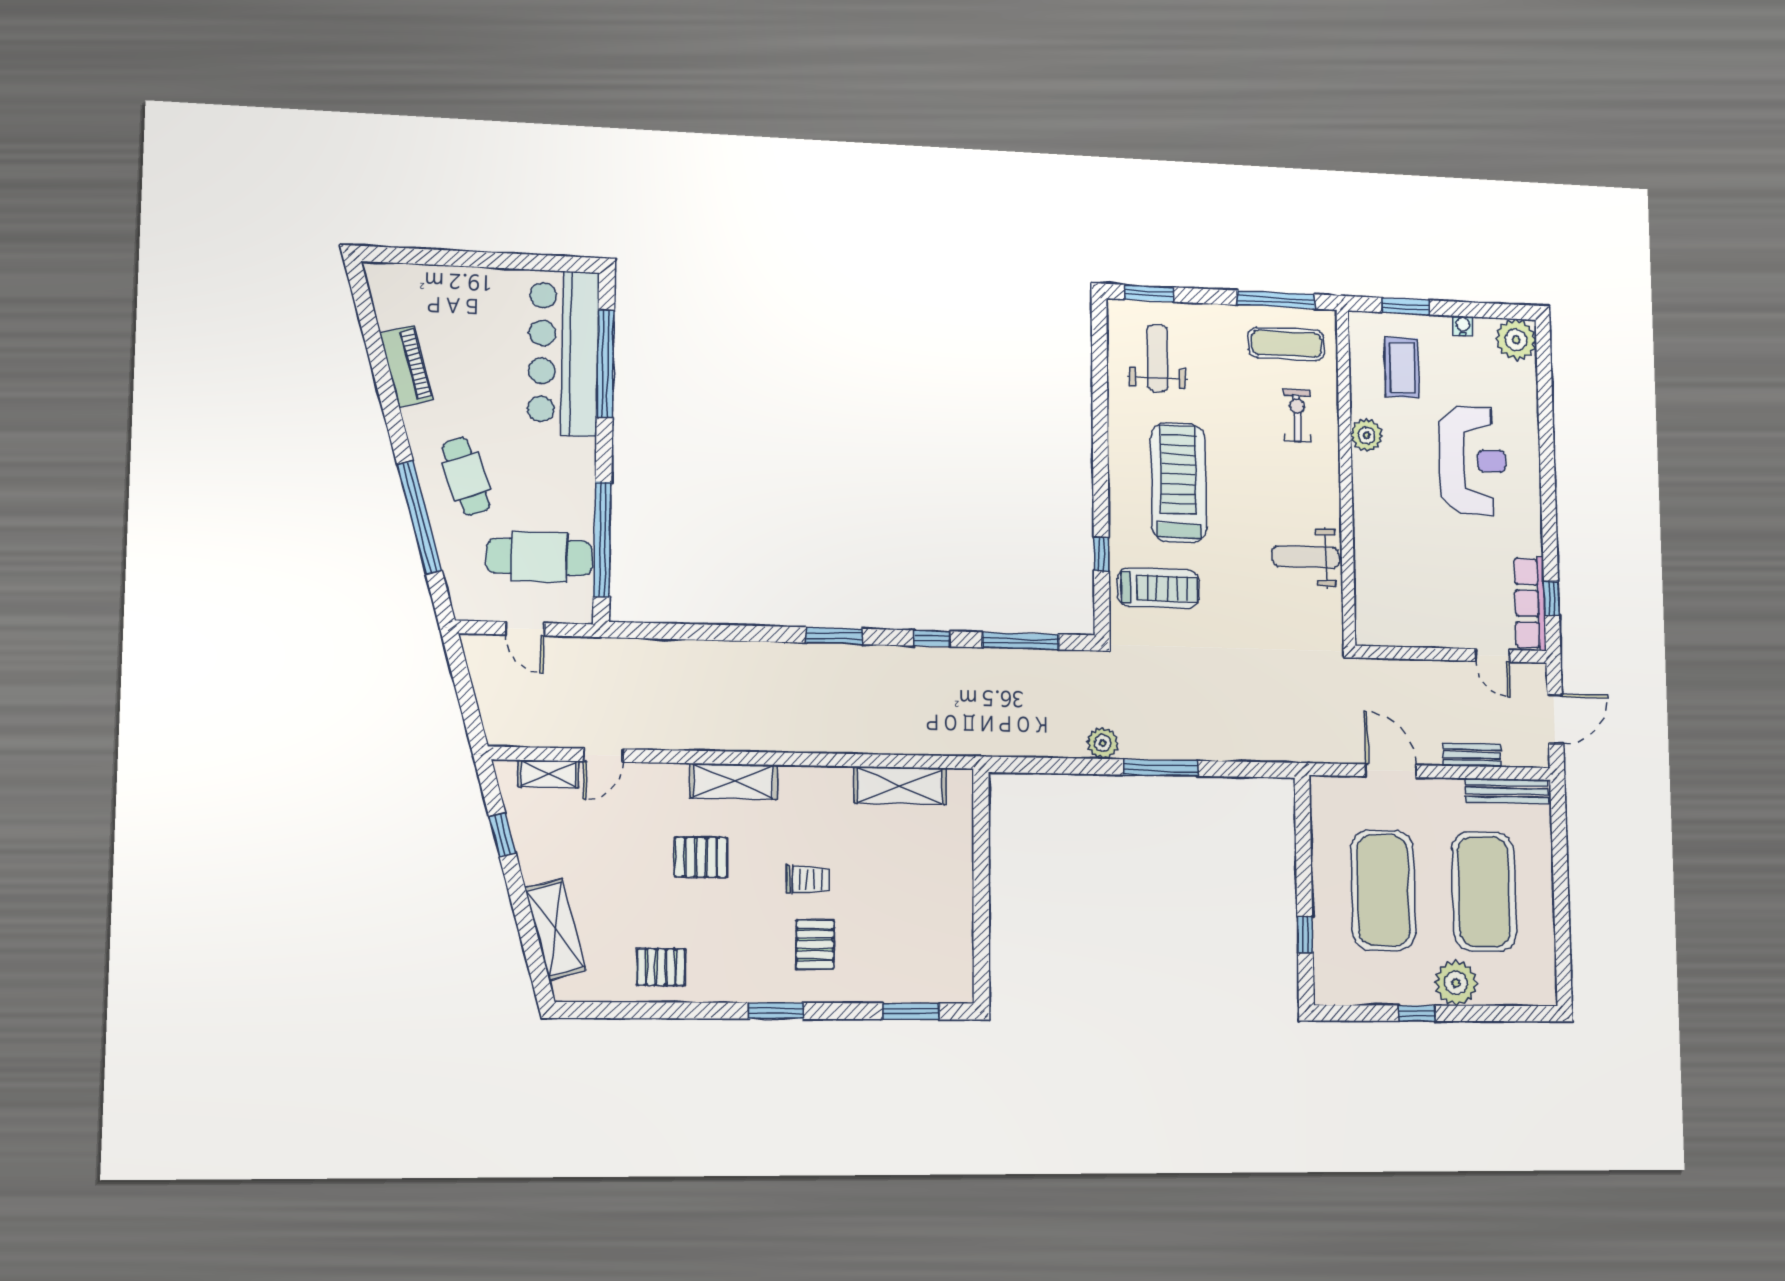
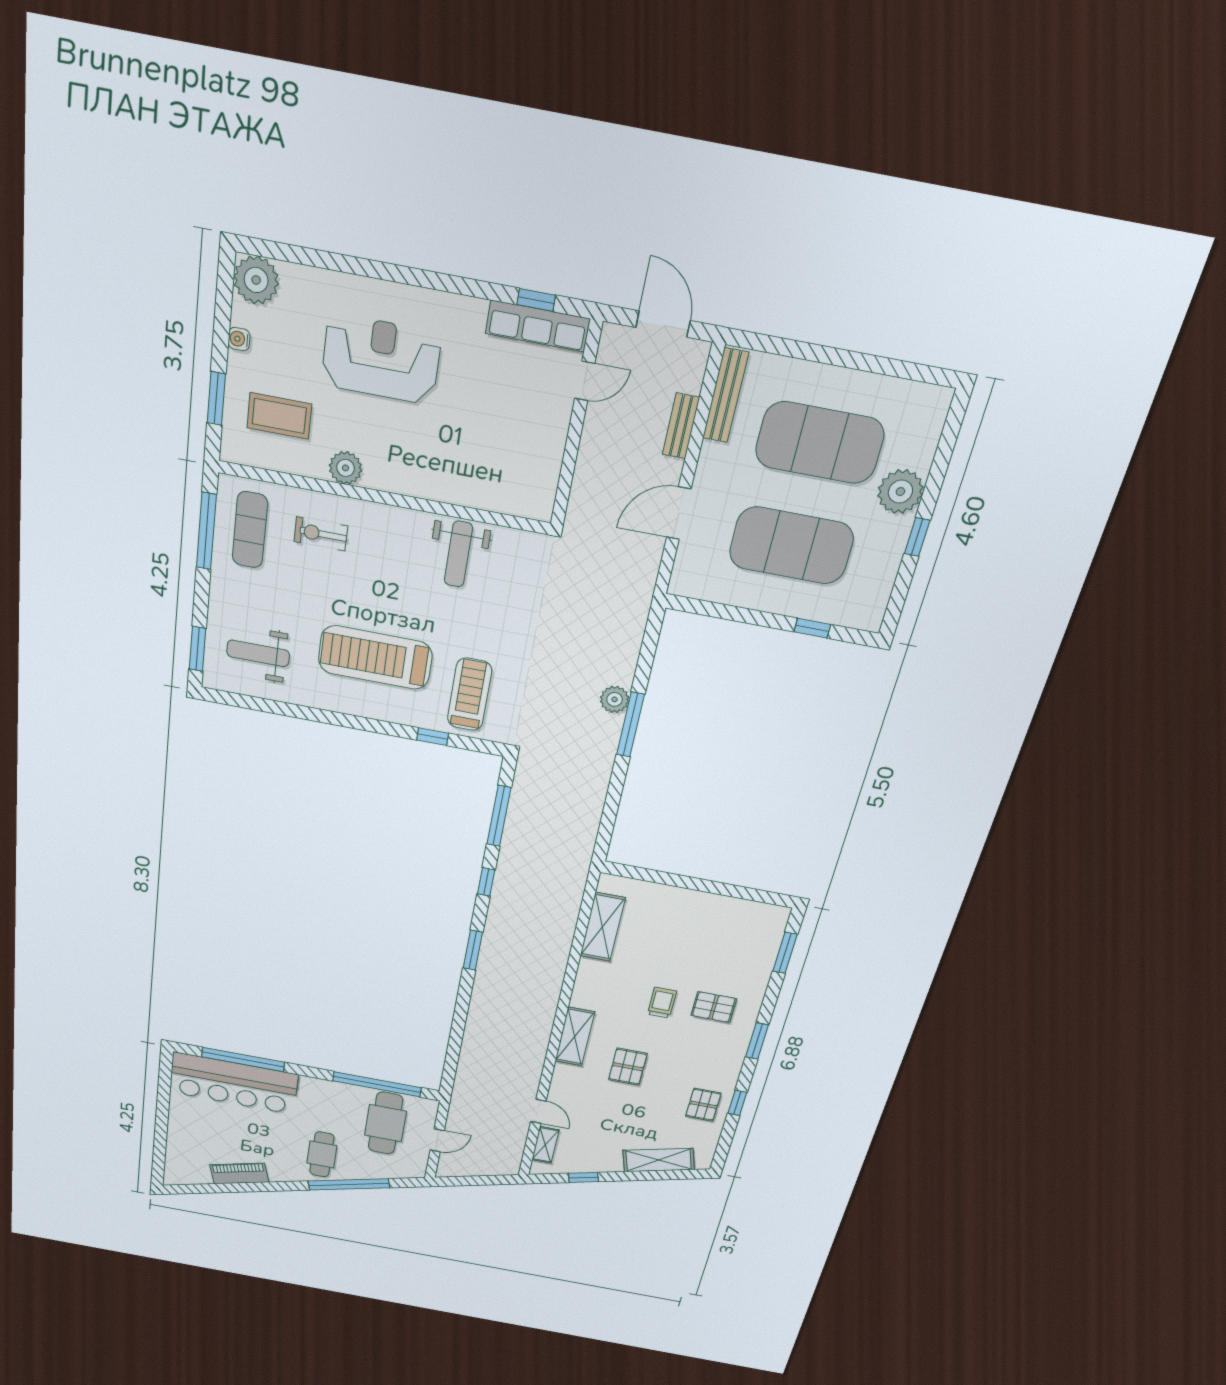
cafe table: (466, 477) -> (322, 1154), turned -70
plant: (1103, 743) -> (615, 699), moved
window: (674, 1010) -> (737, 1103), added

